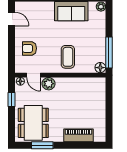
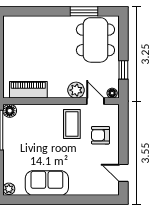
armchair: (29, 48) -> (100, 135), turned 180
coffee table: (68, 57) -> (72, 124), moved
piano: (78, 135) -> (28, 90), moved, turned 180

